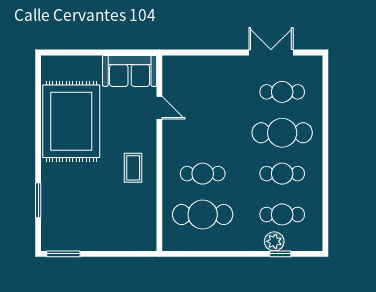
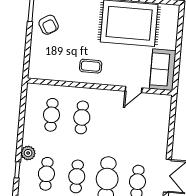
cafe table: (203, 214) -> (51, 115), width x0.73, depth x0.74
armchair: (82, 229) -> (49, 25), added
plant: (274, 241) -> (28, 153), moved

